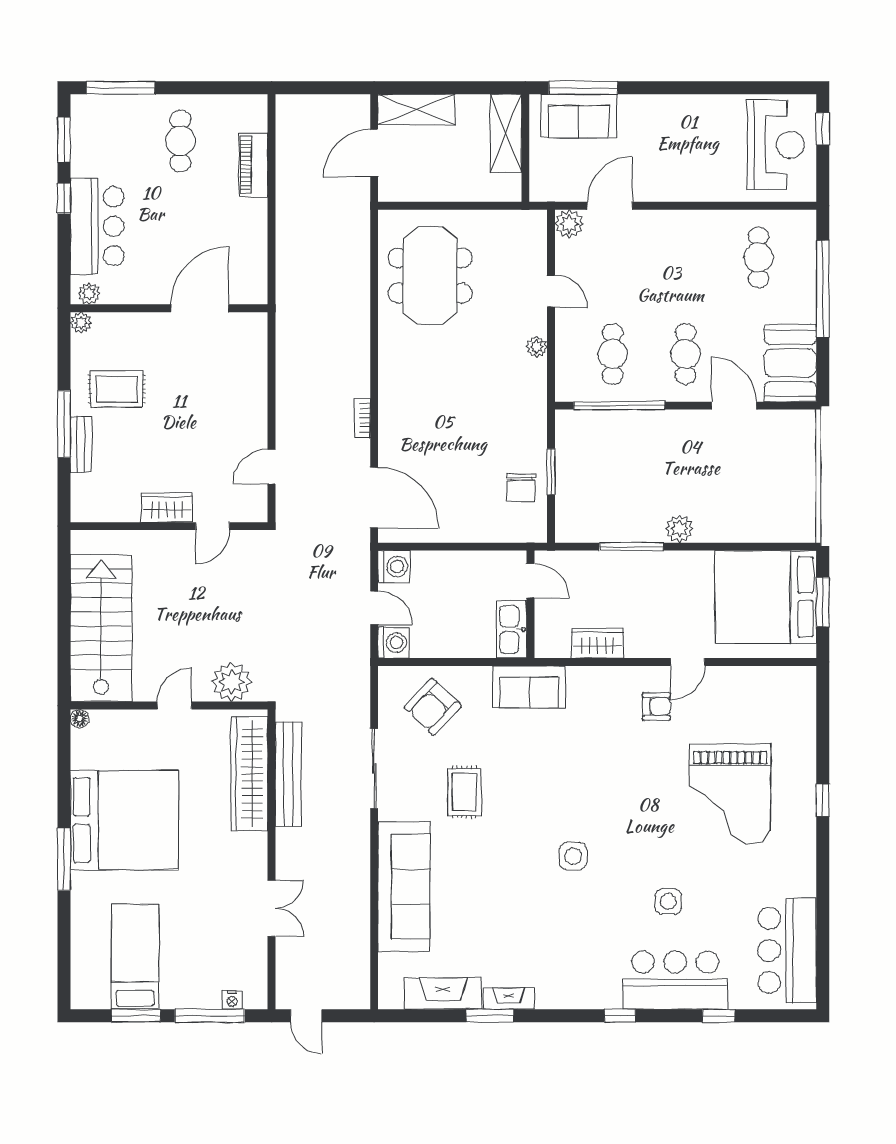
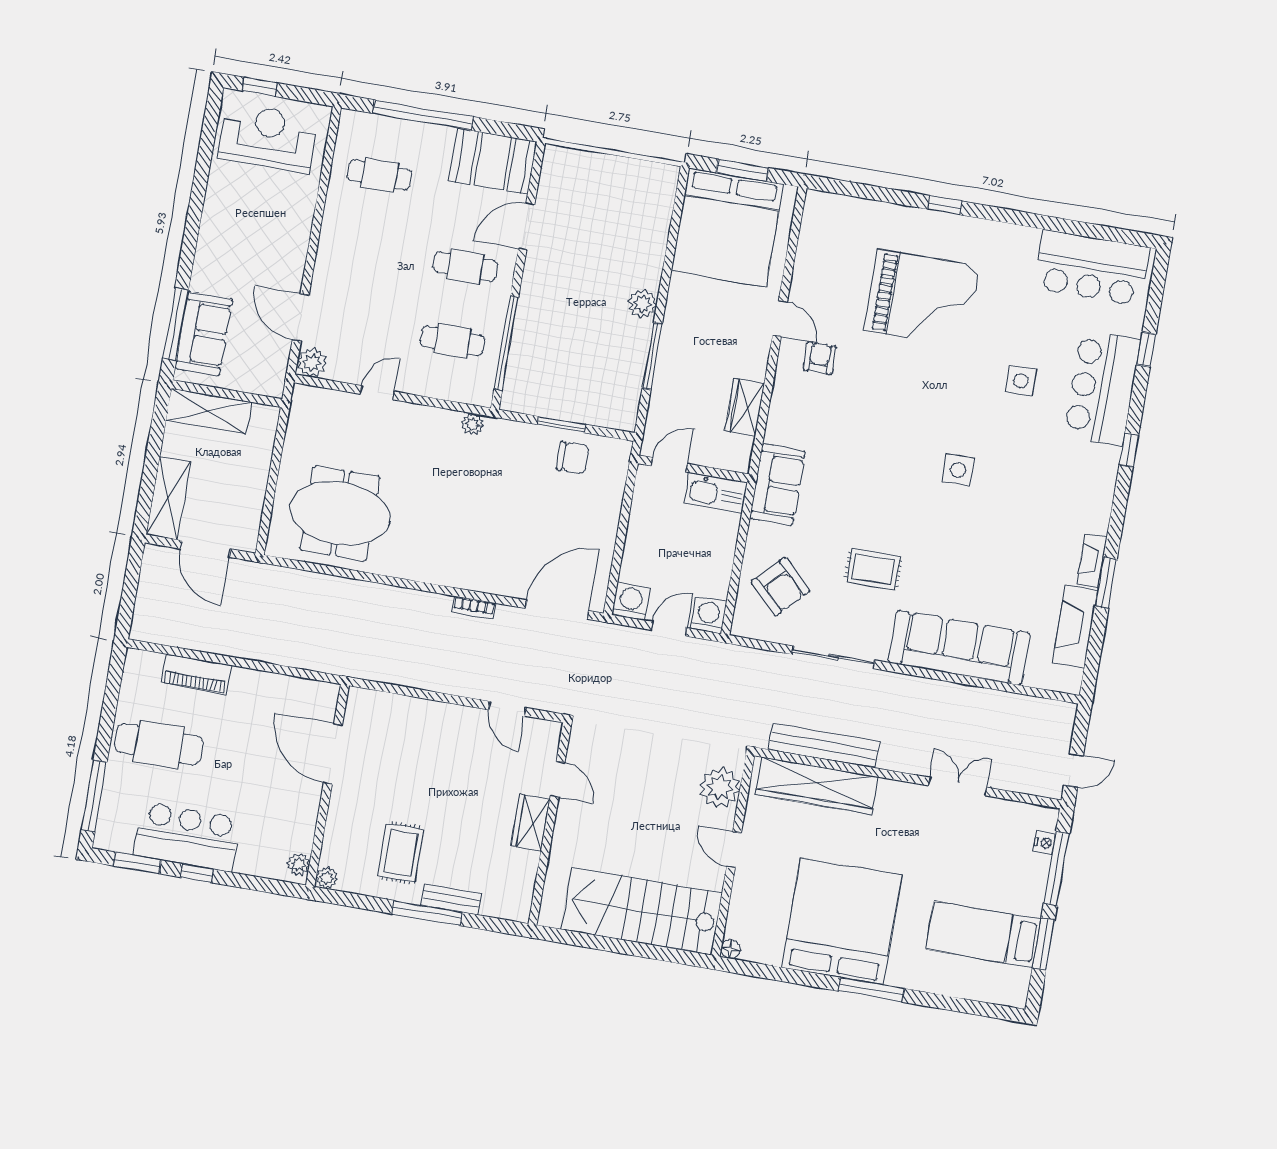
cafe table: (180, 141) -> (159, 744), width x1.37, depth x1.35
bar counter: (97, 226) -> (187, 837), moved
plant: (537, 347) -> (472, 424), moved

